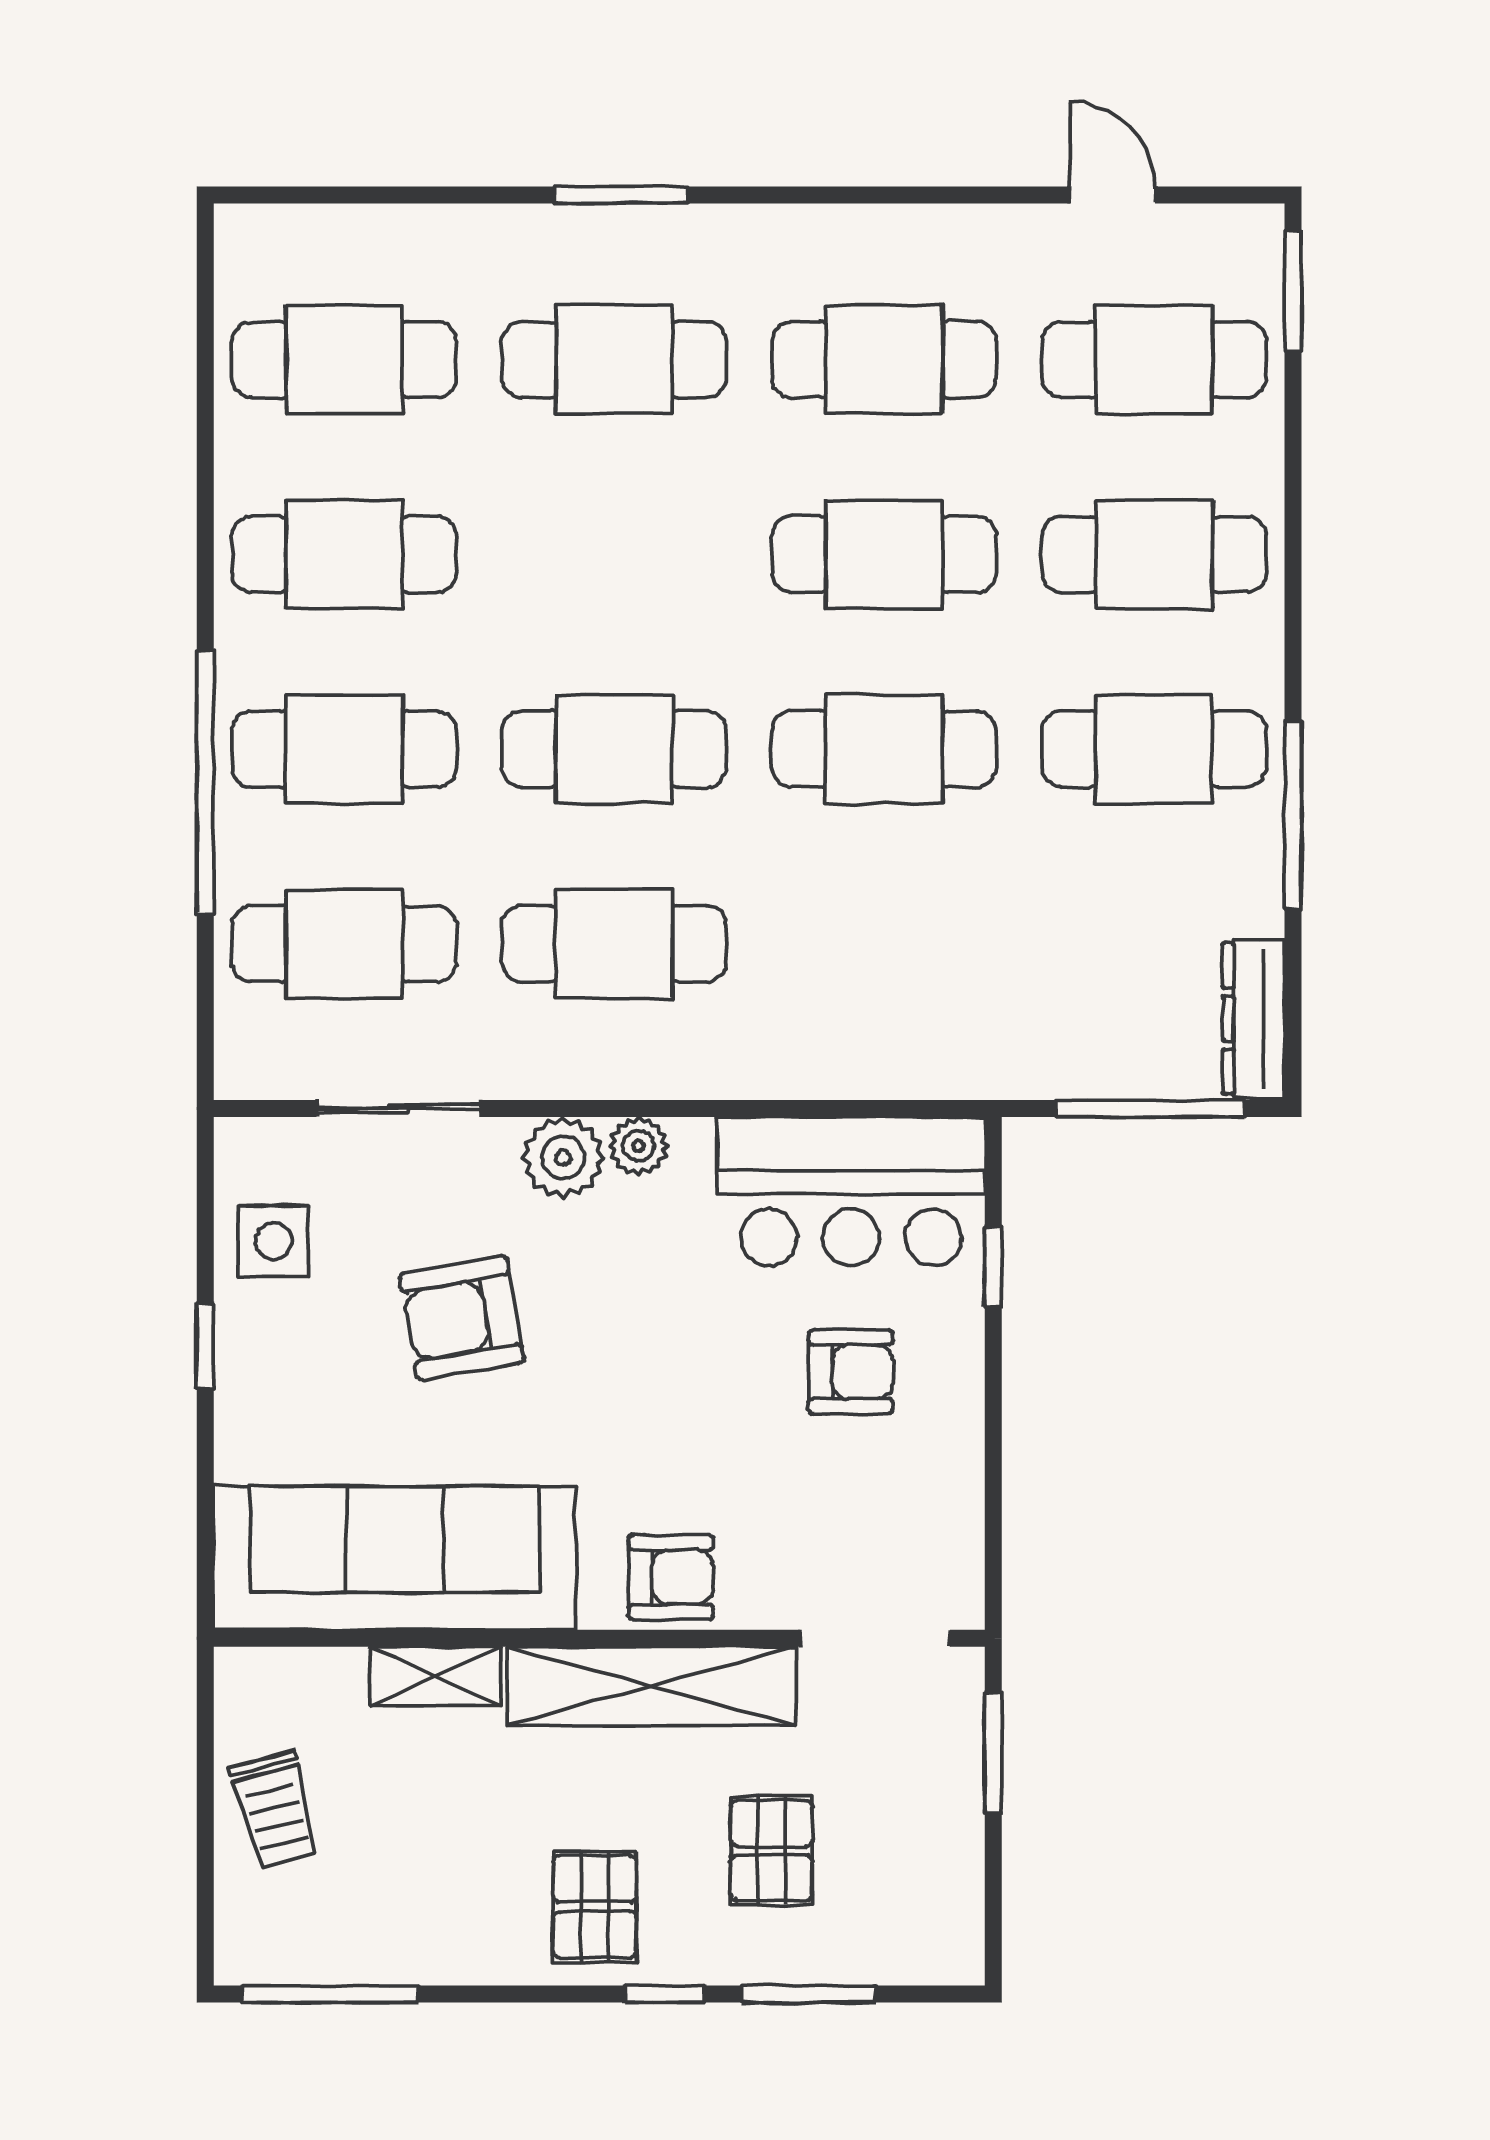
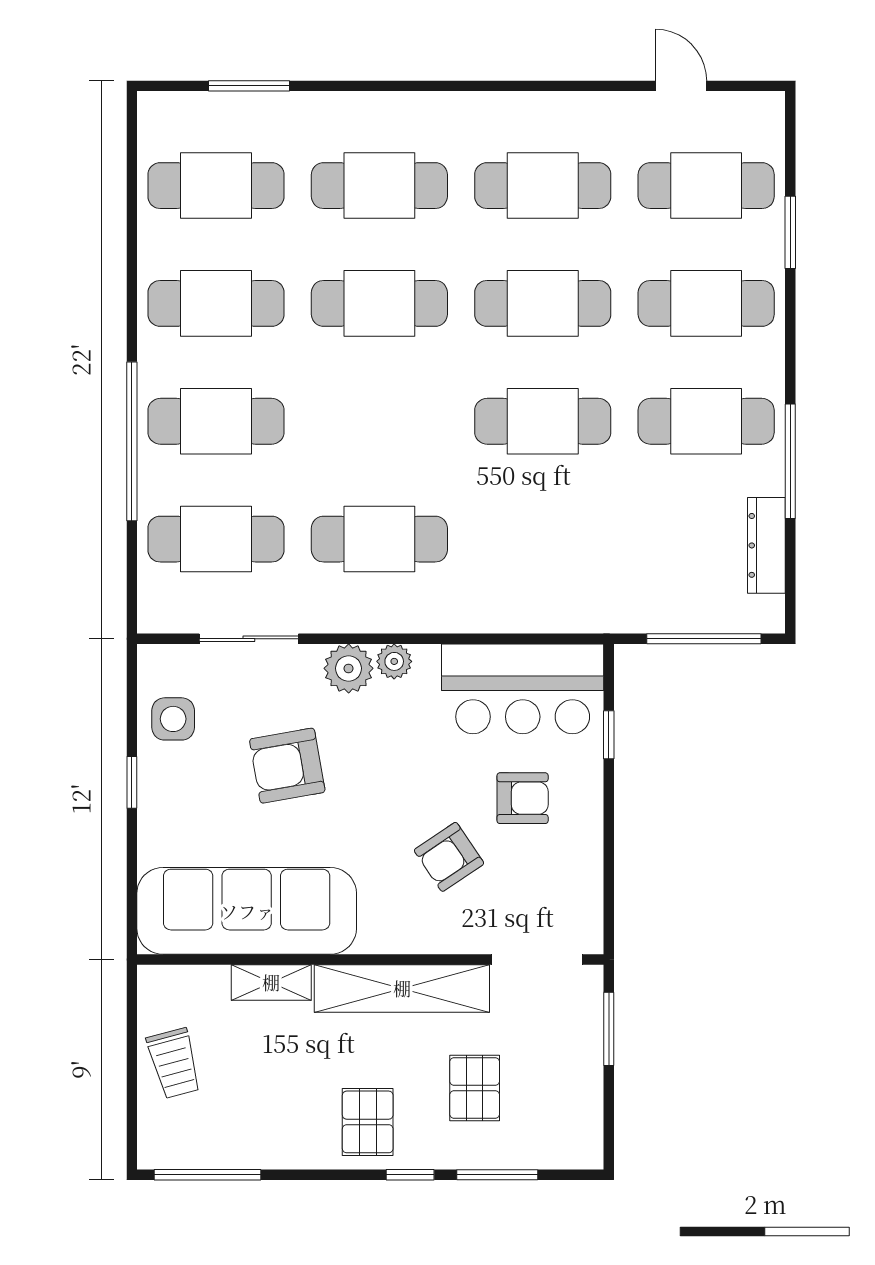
window: (621, 195) -> (249, 86), moved
window: (1293, 290) -> (790, 232), moved
cafe table: (614, 749) -> (379, 303), moved
dresser: (1254, 1019) -> (766, 545), moved
armchair: (671, 1577) -> (449, 857), moved, turned 146

